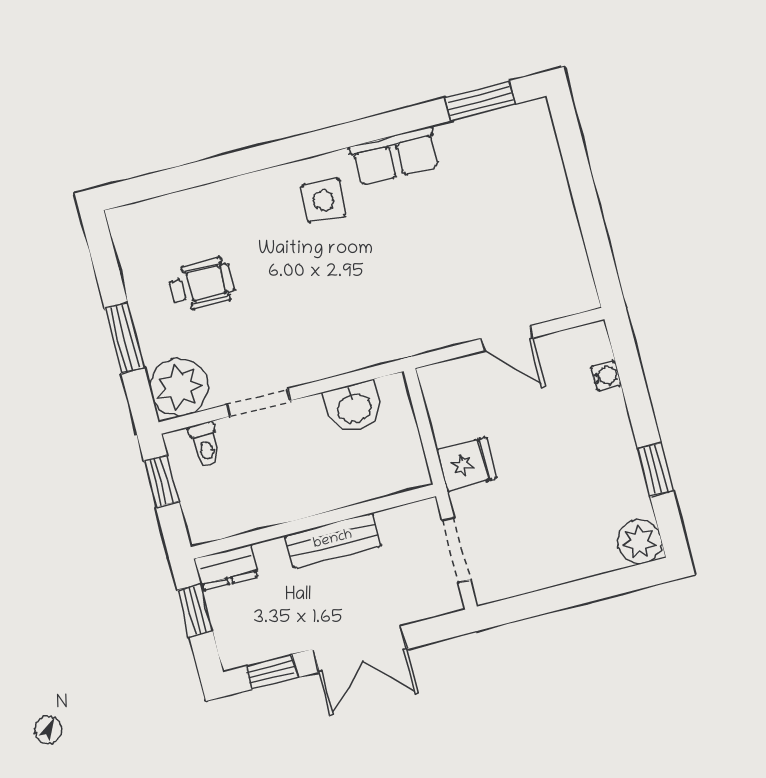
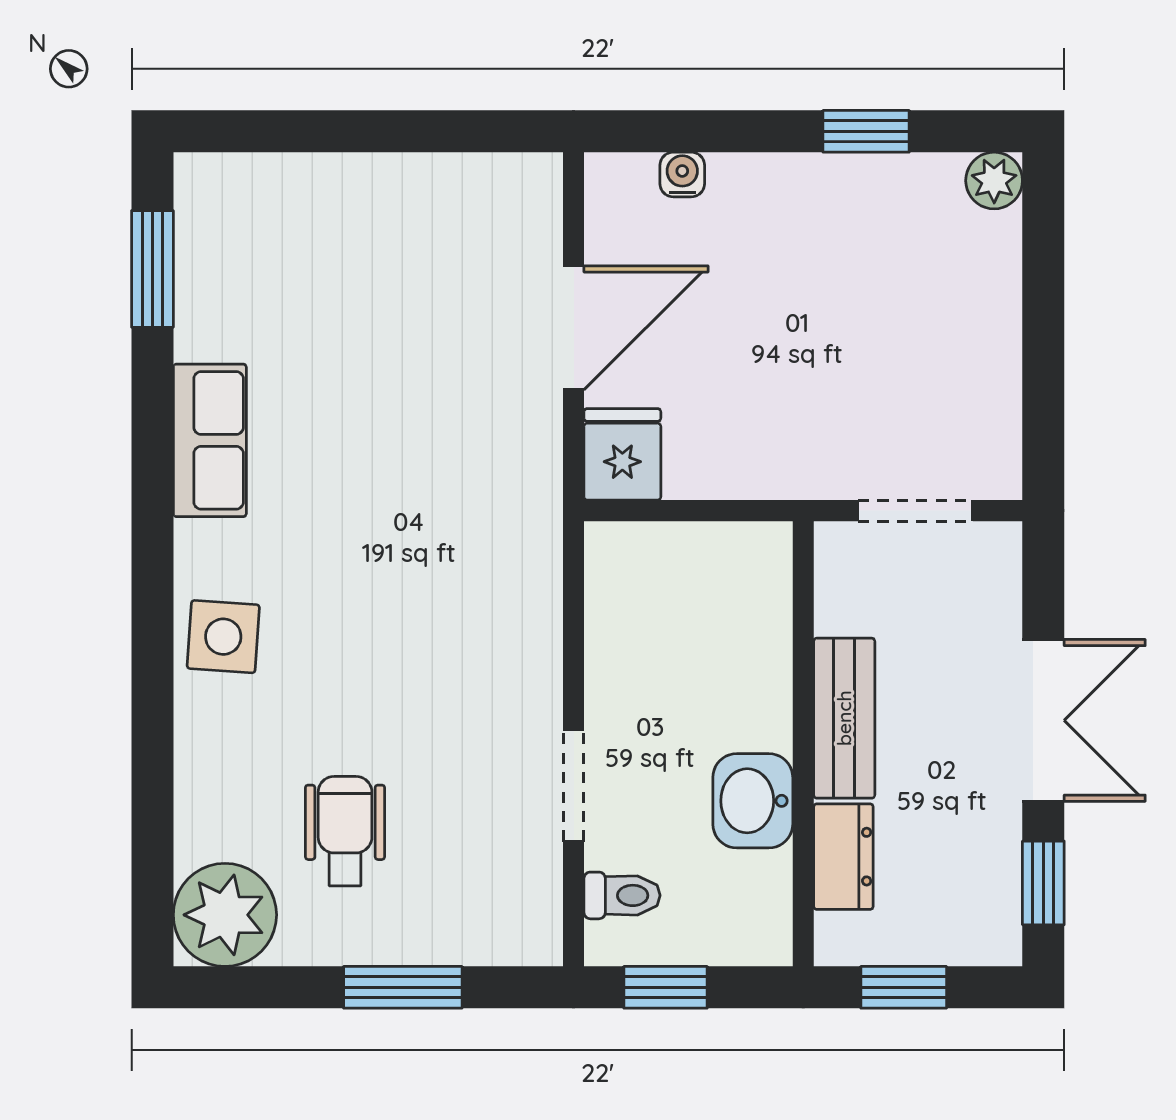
side table: (323, 201) -> (223, 637), moved
door: (507, 338) -> (574, 328), width x1.38
plant: (179, 387) -> (225, 915), moved
washbasin: (354, 407) -> (753, 801), moved, turned 180
fridge: (466, 464) -> (622, 454), moved
plant: (639, 542) -> (994, 181), width x0.73, depth x0.73
dresser: (227, 567) -> (843, 857), moved

